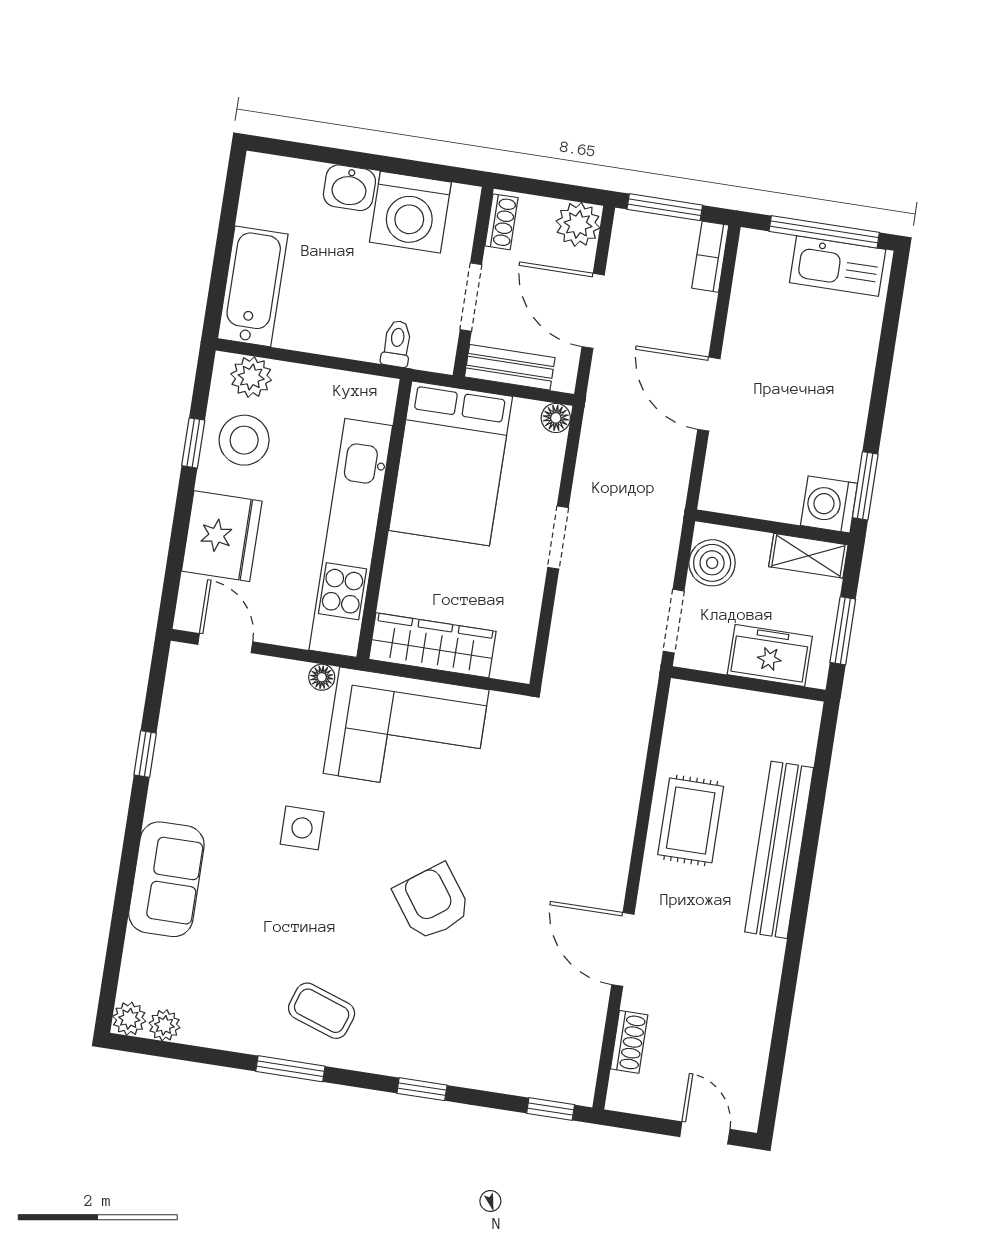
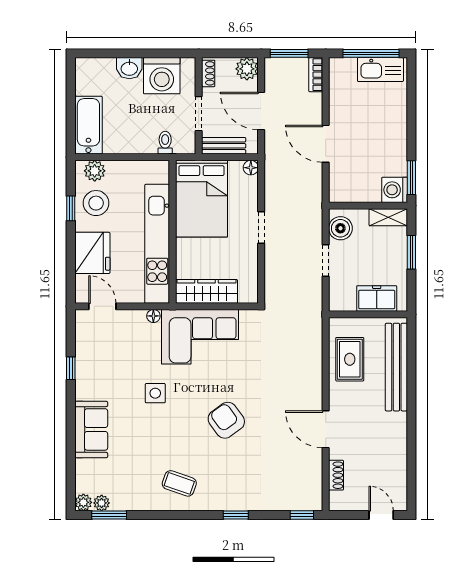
freezer: (770, 655) -> (377, 298), moved
wall: (748, 684) -> (368, 314), moved
window: (290, 1069) -> (109, 515), moved

